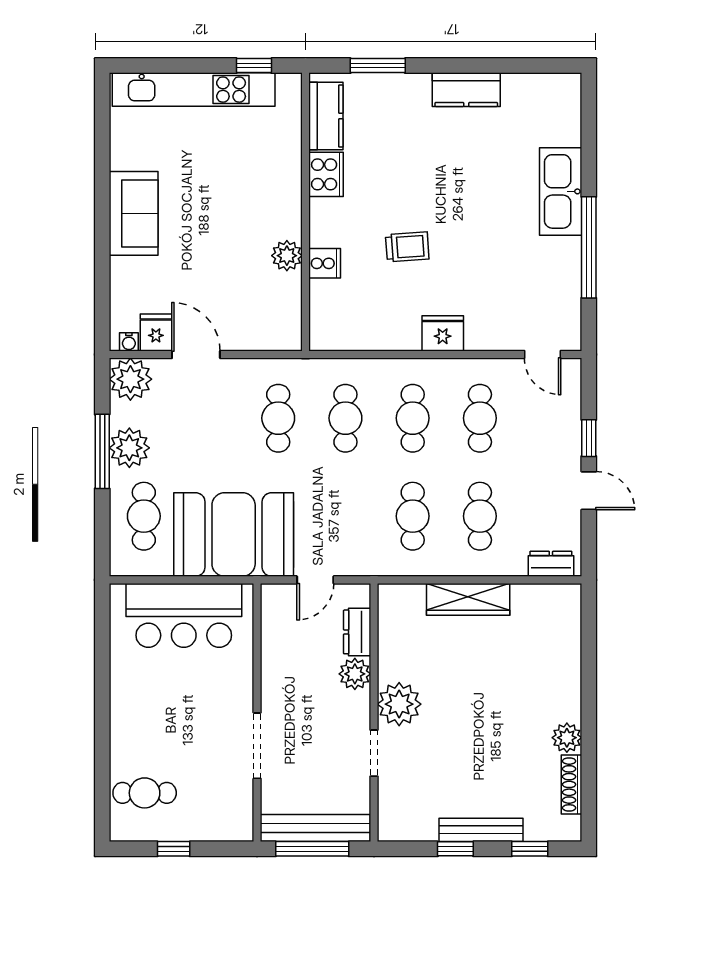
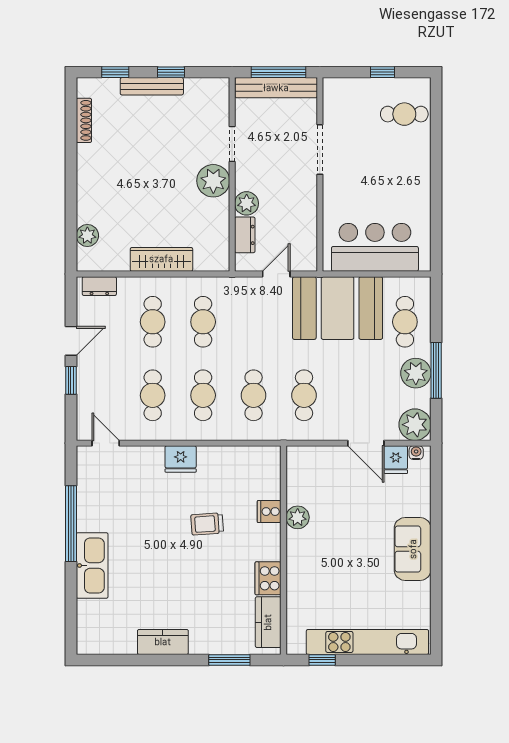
door: (589, 491) -> (71, 341), swing flipped
plant: (567, 738) -> (87, 236), moved

